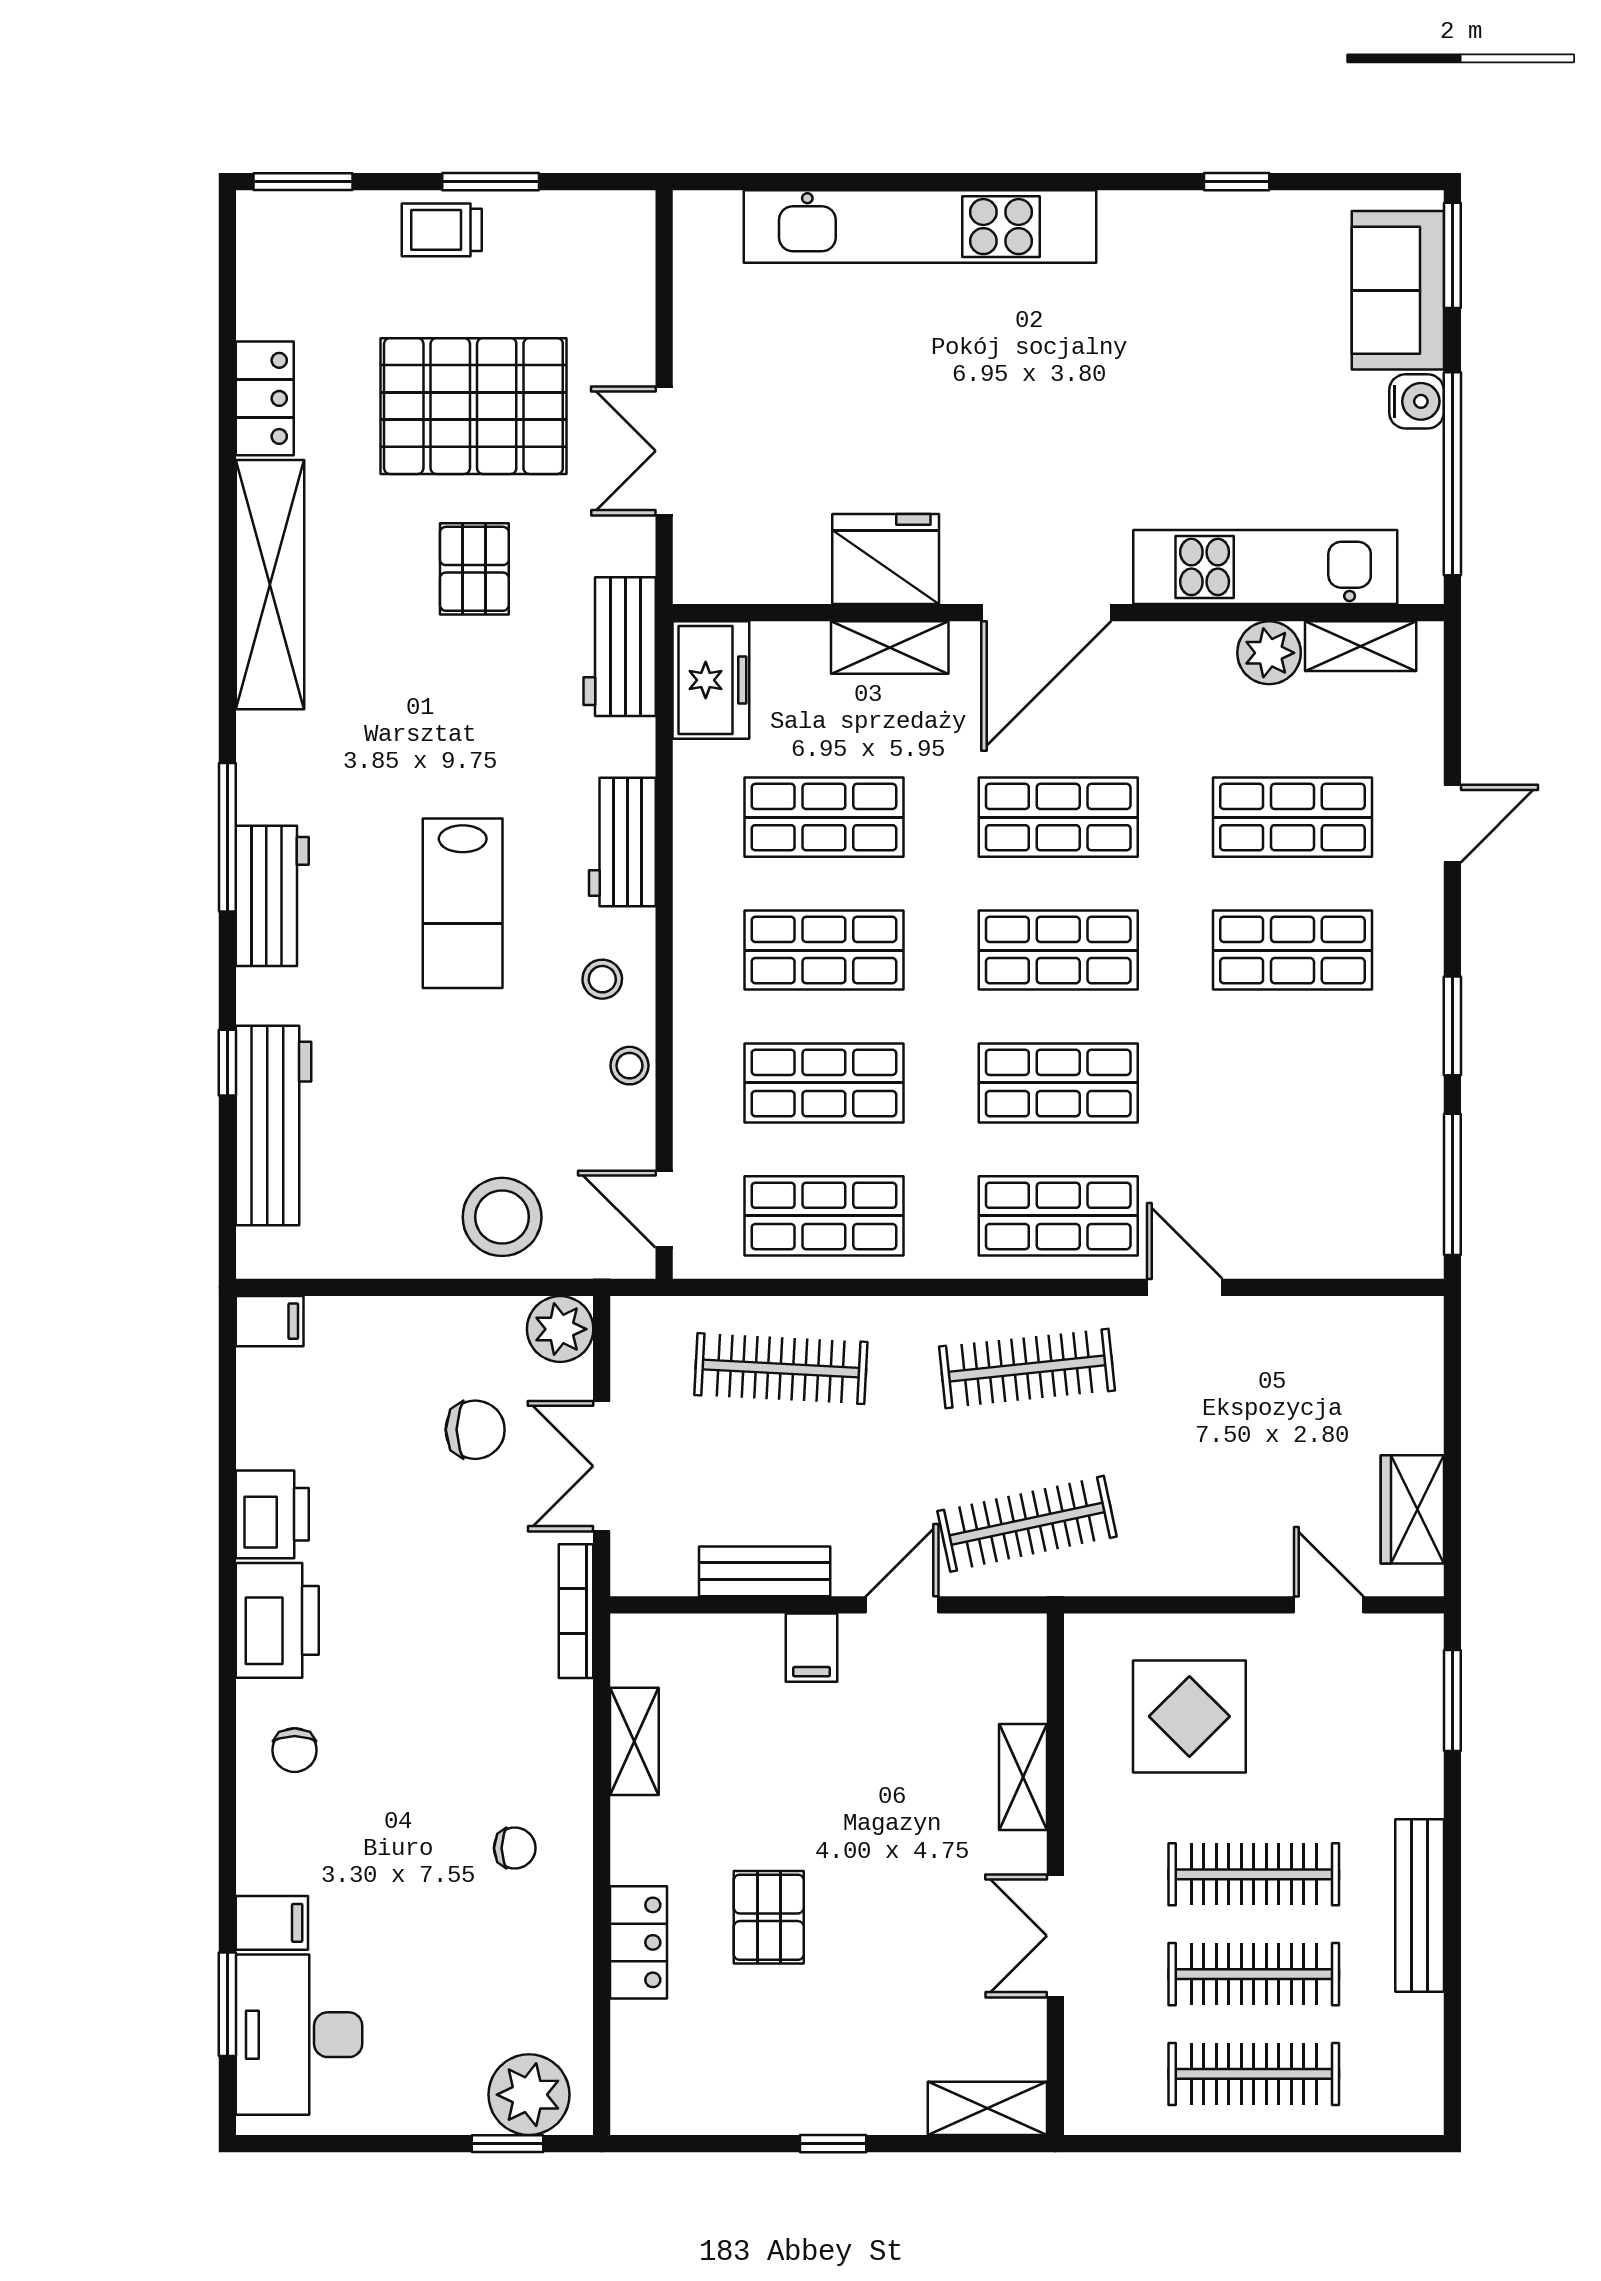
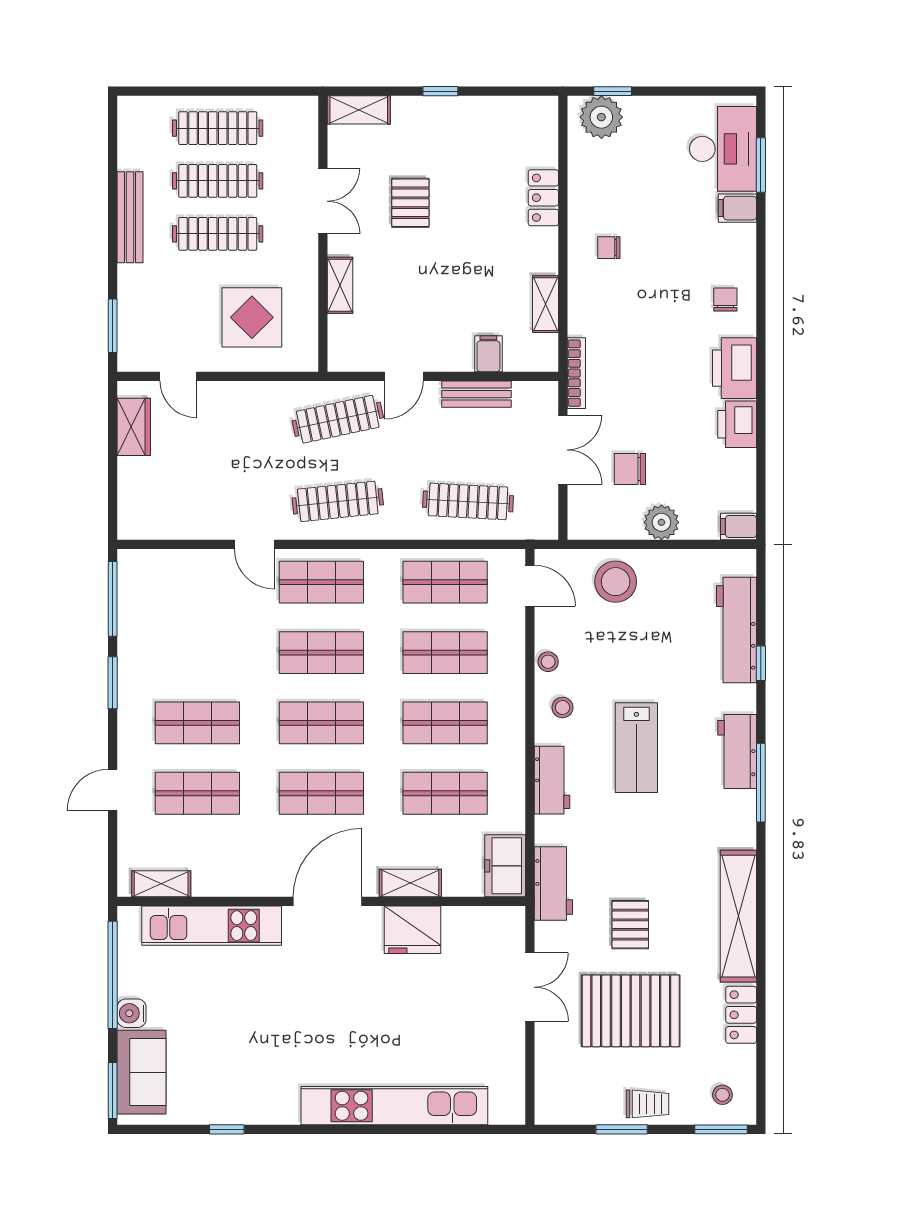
stool: (300, 247) -> (722, 1095), added
plant: (1269, 653) -> (210, 880), removed
lab bench: (463, 903) -> (636, 748), turned 180
plant: (560, 1329) -> (661, 522), moved
filing cabinet: (812, 1648) -> (488, 354), moved
pallet: (769, 1917) -> (410, 203), moved

